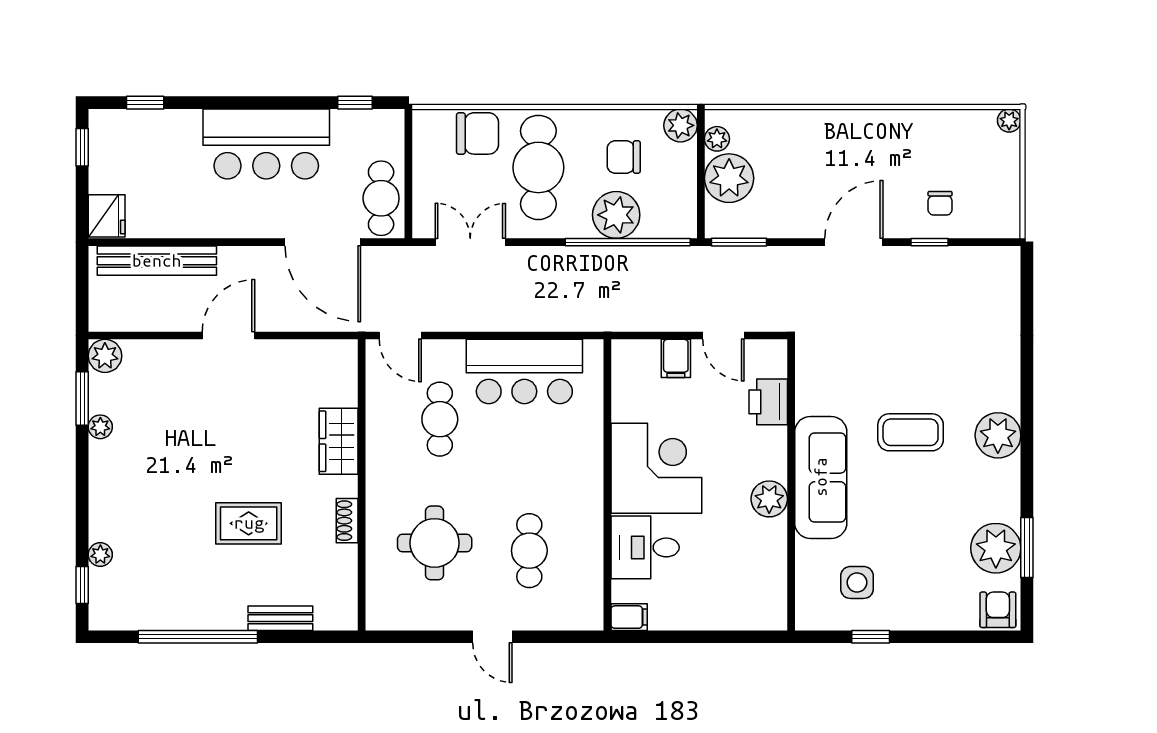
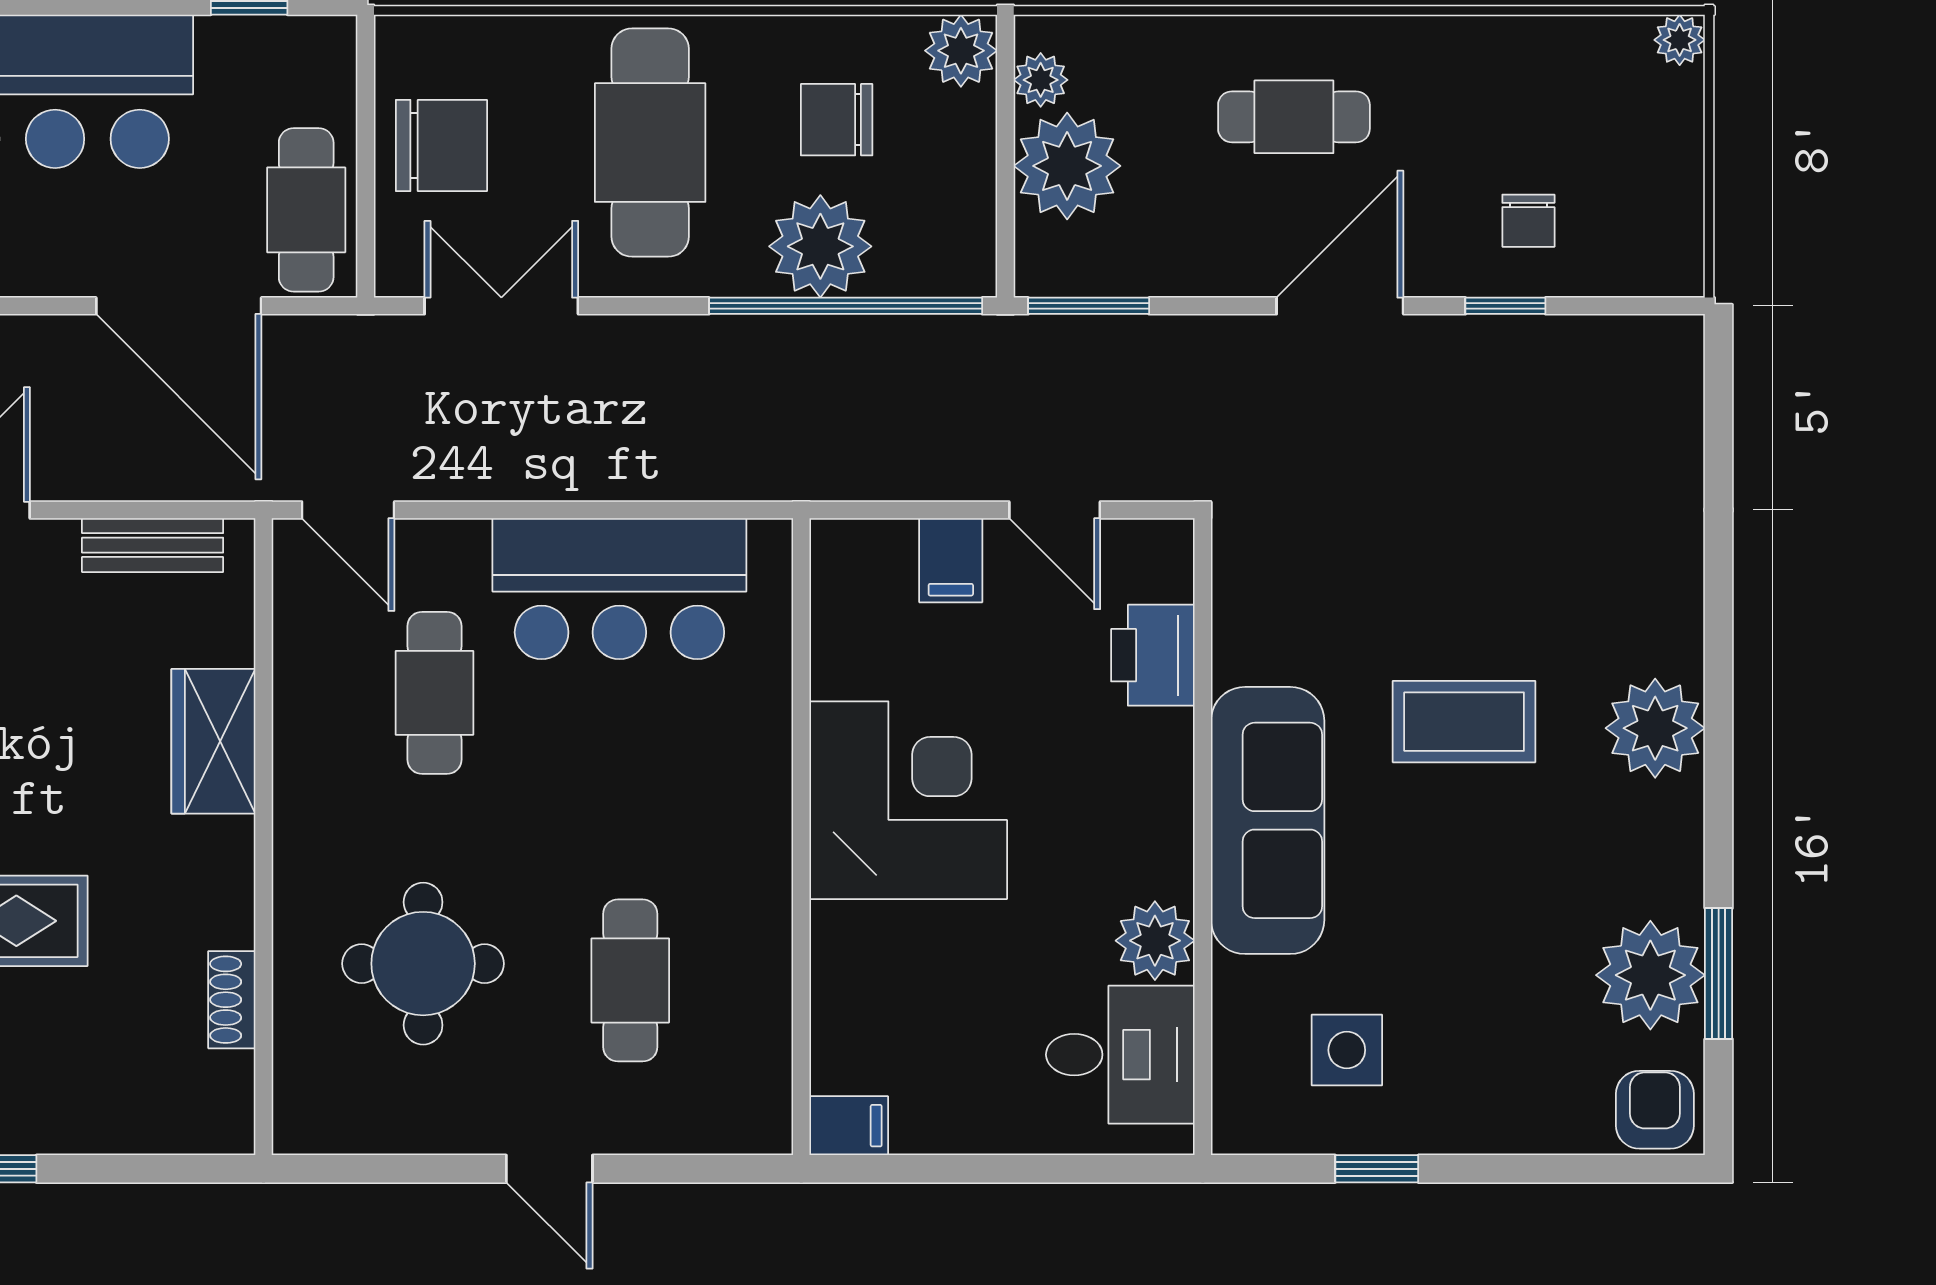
chair: (478, 133) -> (441, 145), moved
cafe table: (833, 156) -> (1294, 117), added
plant: (769, 499) -> (1155, 941), moved
shoe rack: (347, 521) -> (232, 1000), moved
desk: (645, 547) -> (1120, 1055), moved, turned 180
bench: (280, 618) -> (153, 545), moved

